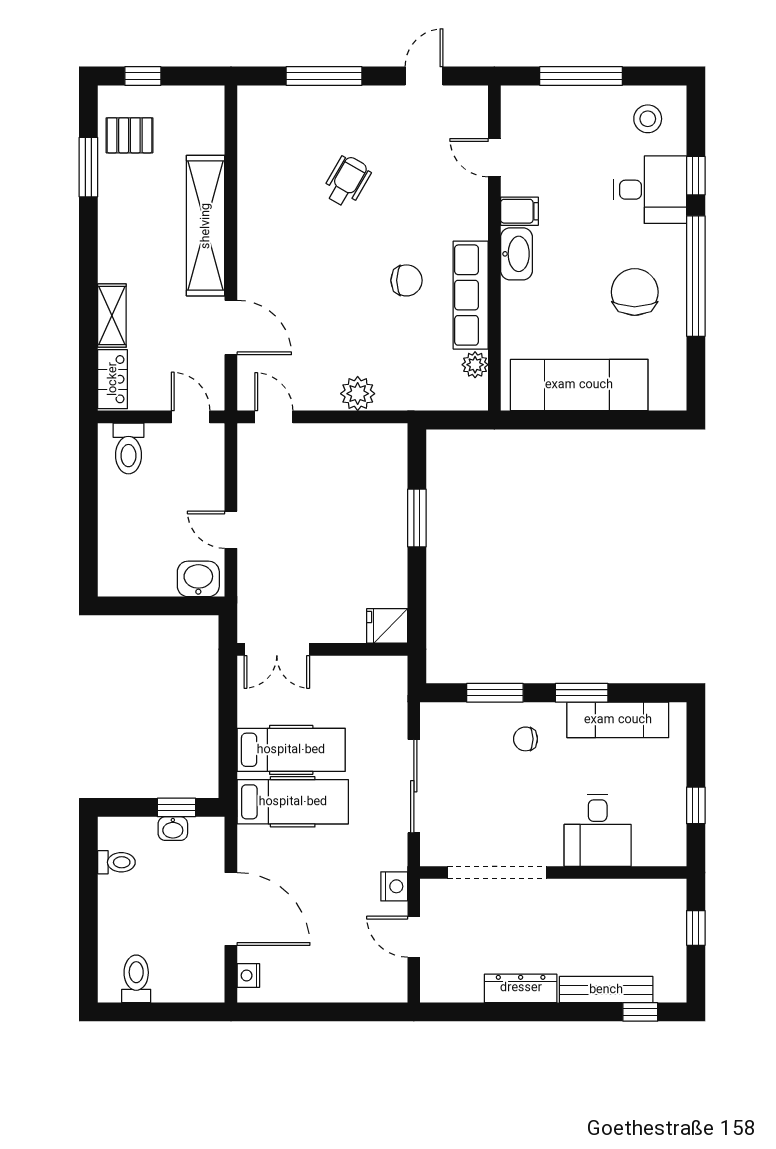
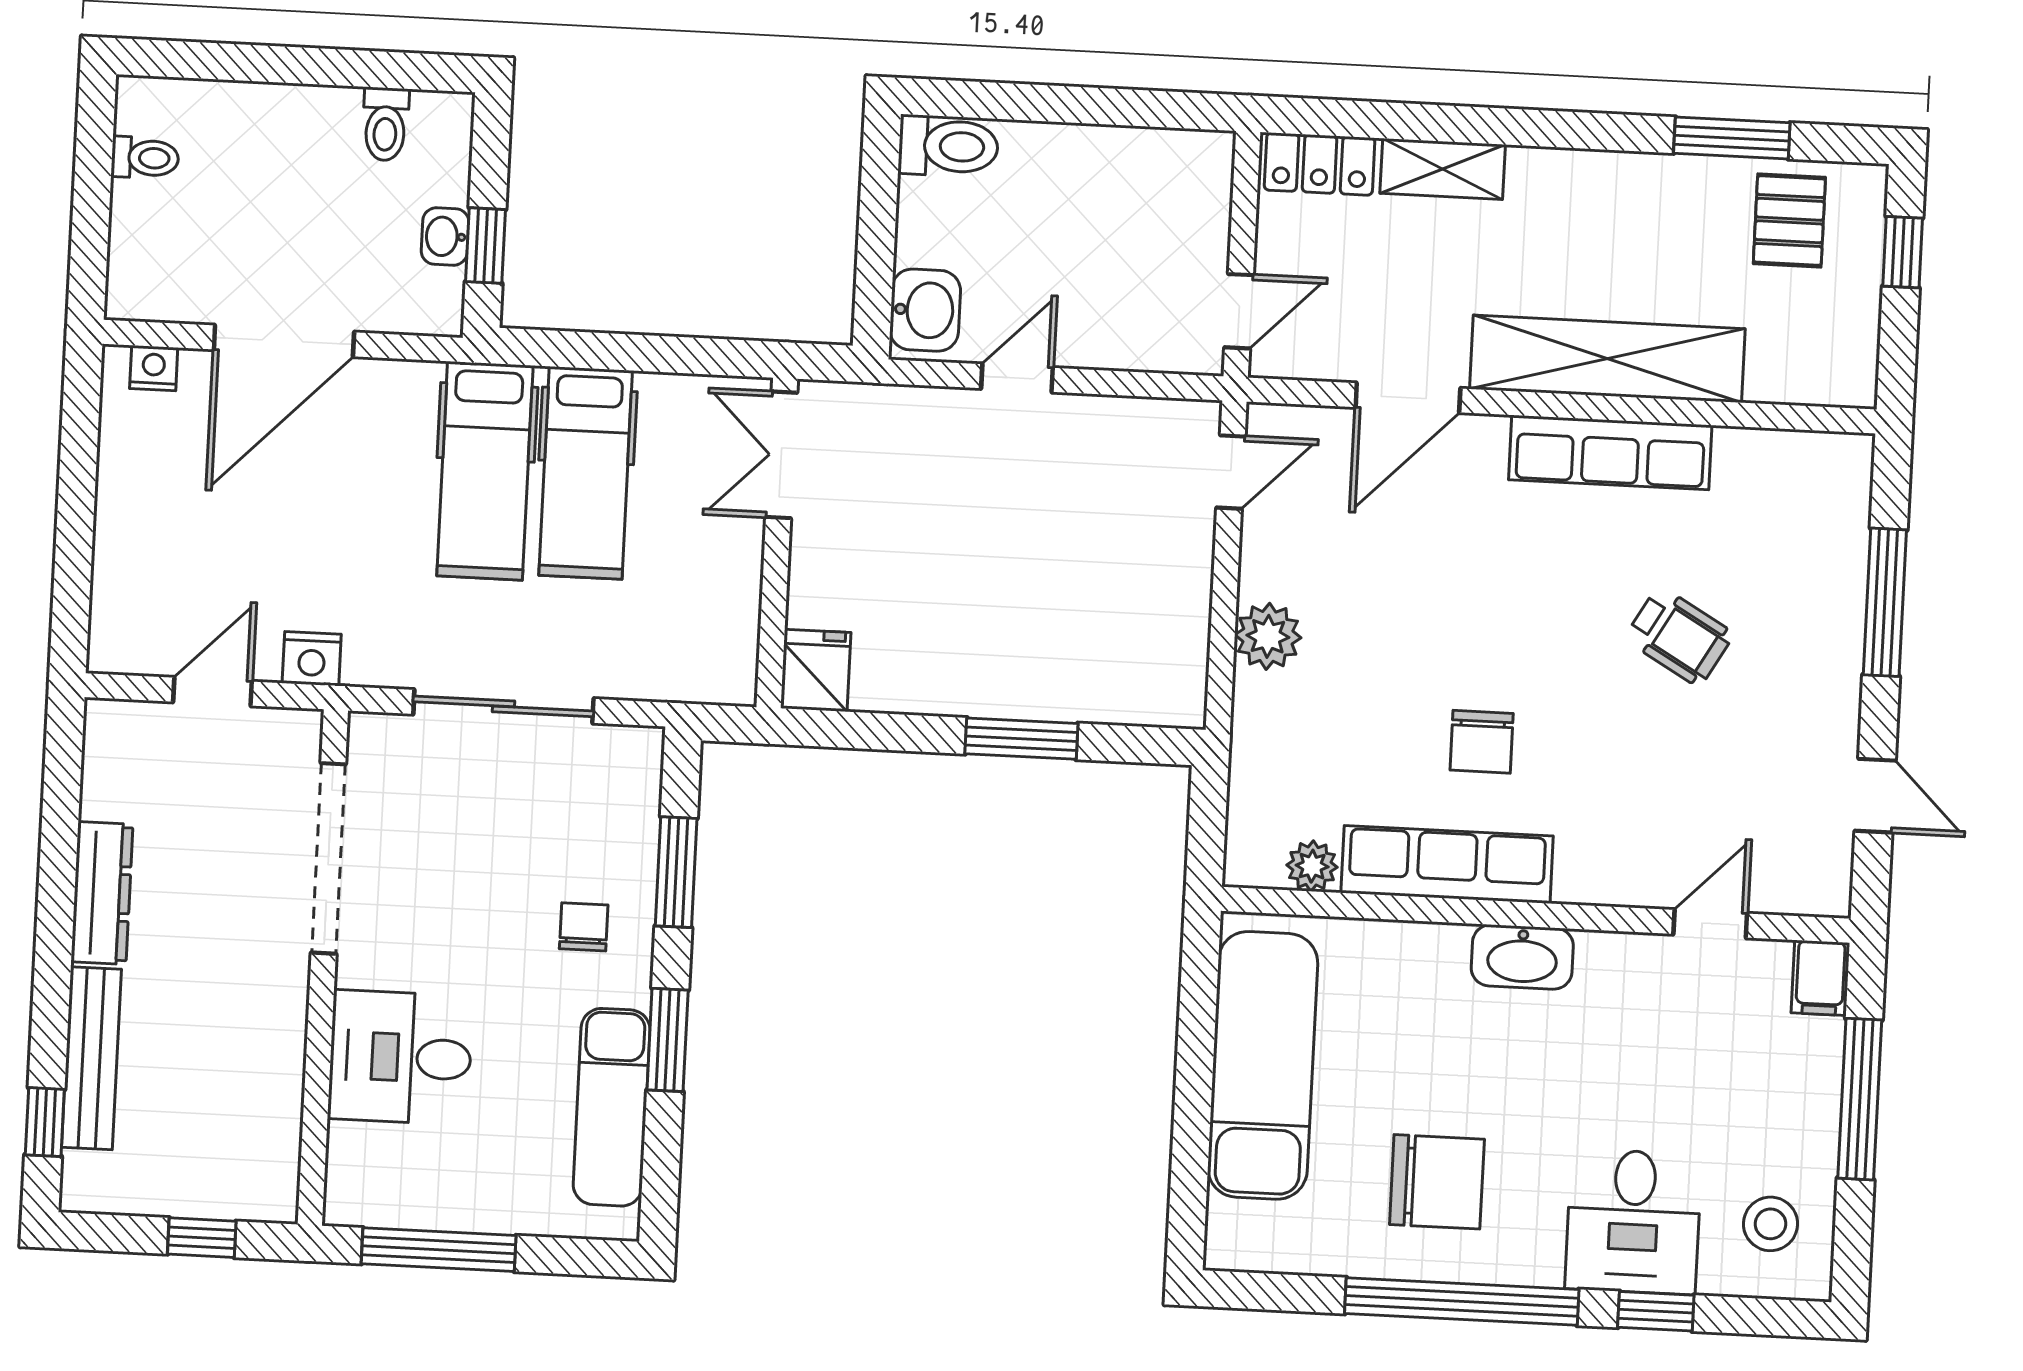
filing cabinet: (519, 211) -> (1820, 978), moved
row of seats: (254, 222) -> (1610, 453), added
toilet: (128, 448) -> (948, 146), moved, turned 180
window: (696, 805) -> (439, 1250), width x2.17
toilet: (136, 979) -> (145, 158), width x0.73, depth x0.72

